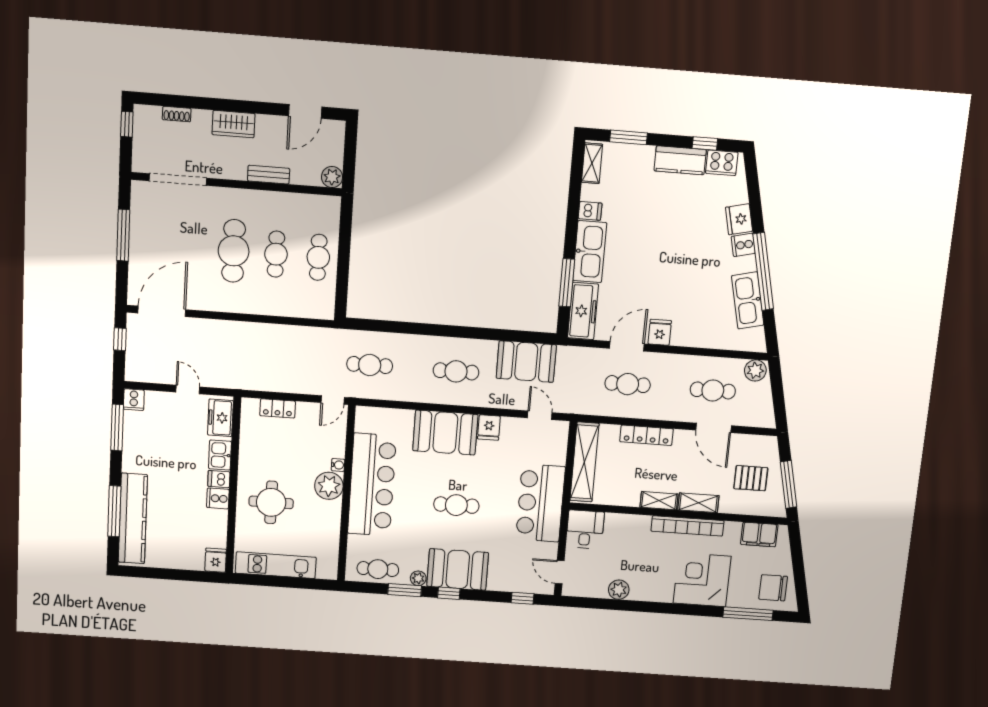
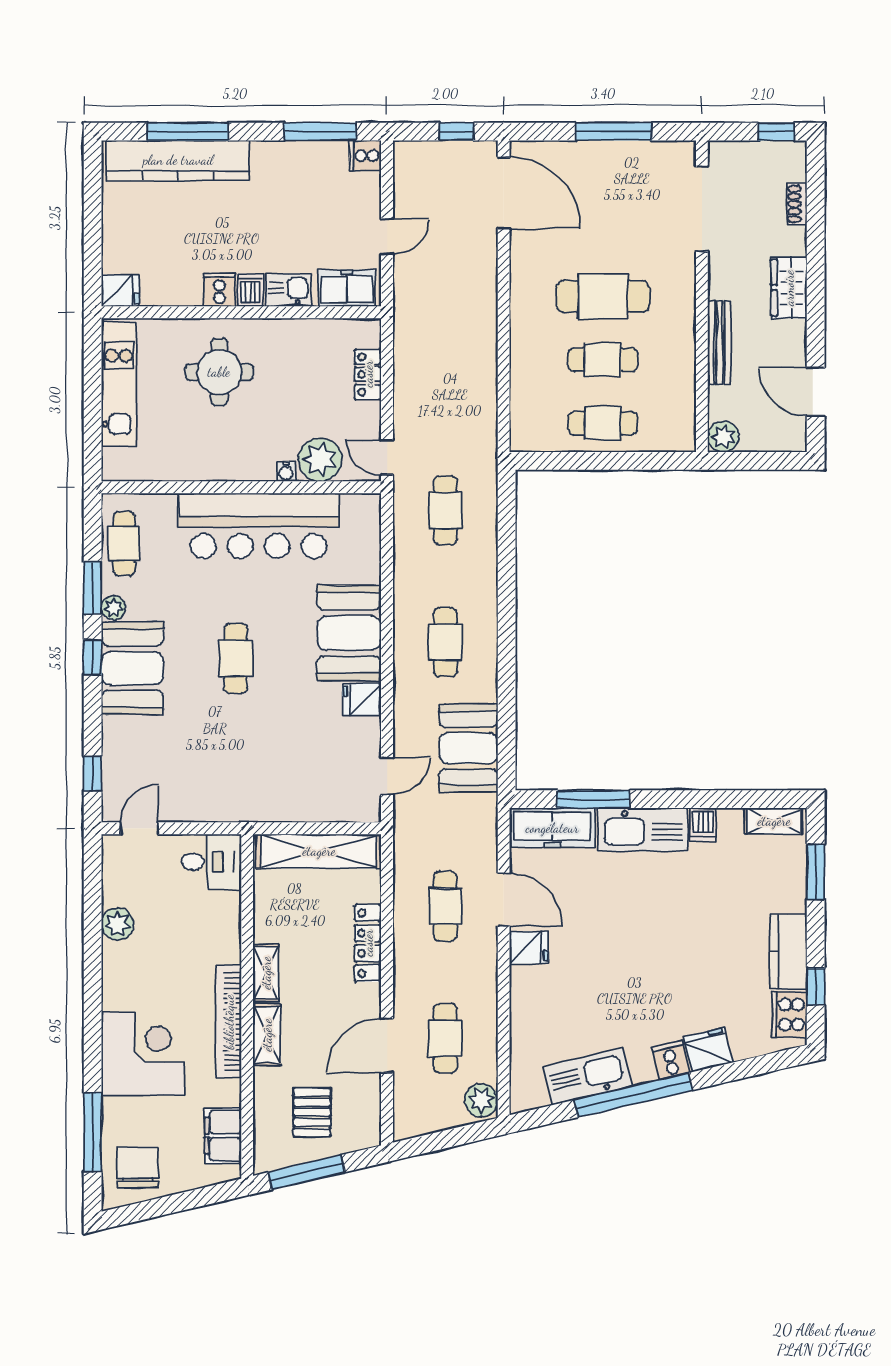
bench: (269, 175) -> (719, 343), width x1.36
plant: (329, 486) -> (320, 460), moved
bar counter: (540, 503) -> (249, 789), removed

